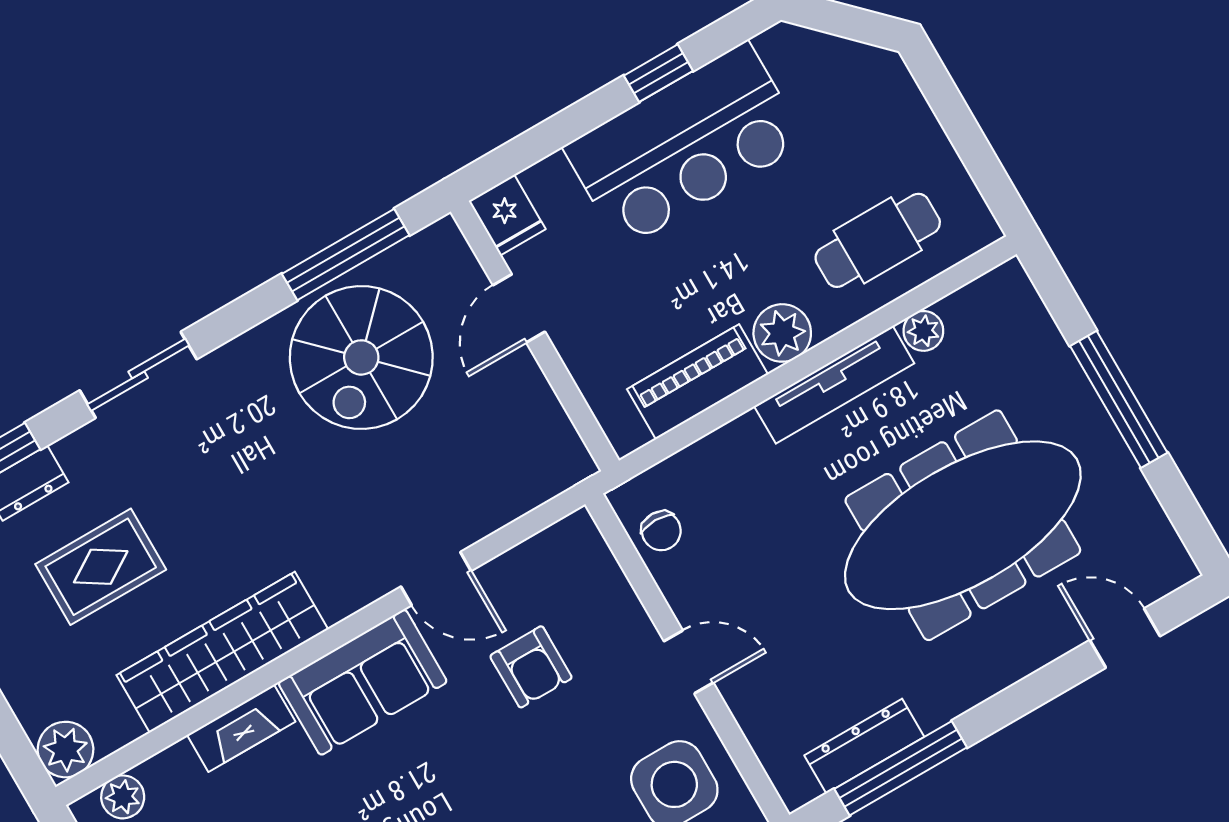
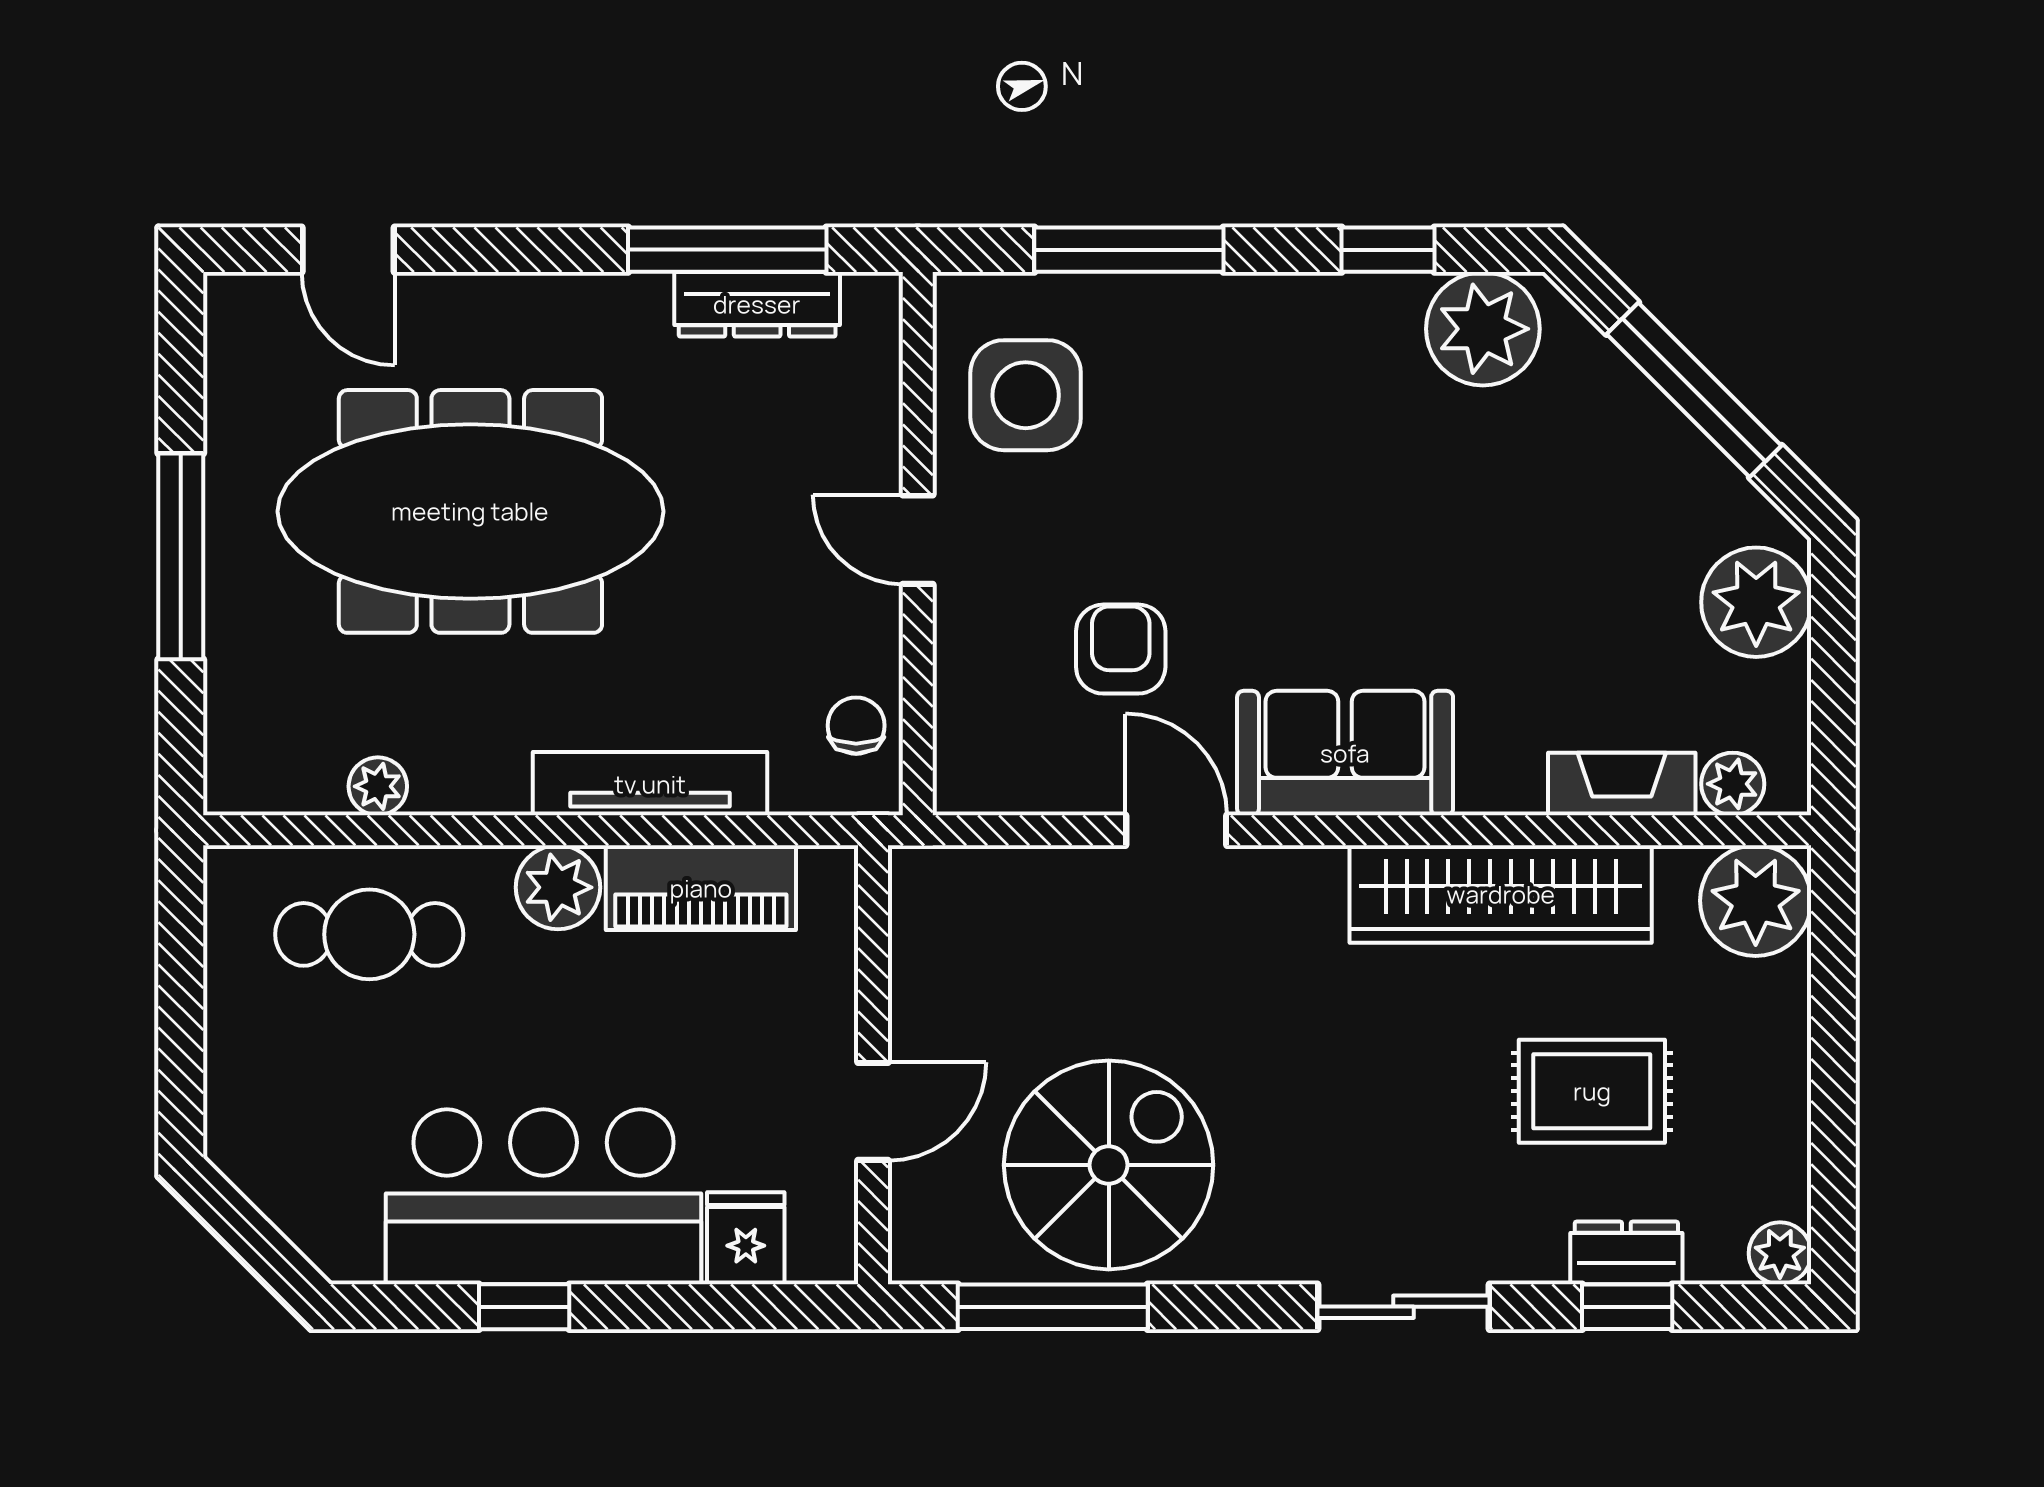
fridge: (507, 215) -> (746, 1238), moved
tv unit: (834, 385) -> (650, 784), moved
fireplace: (241, 728) -> (1622, 784), moved
plant: (66, 750) -> (1756, 901), width x1.36, depth x1.36

